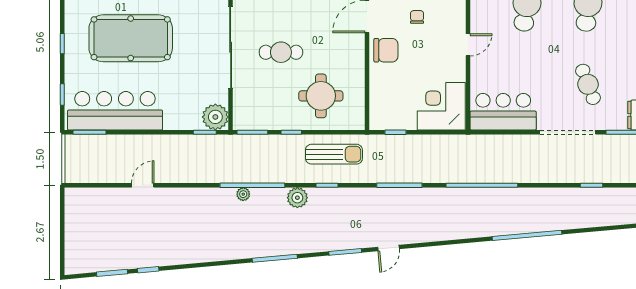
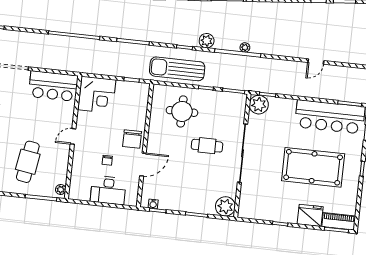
chair: (386, 50) -> (132, 139), turned -90
sun lounger: (334, 154) -> (177, 69), width x1.36, depth x1.34

